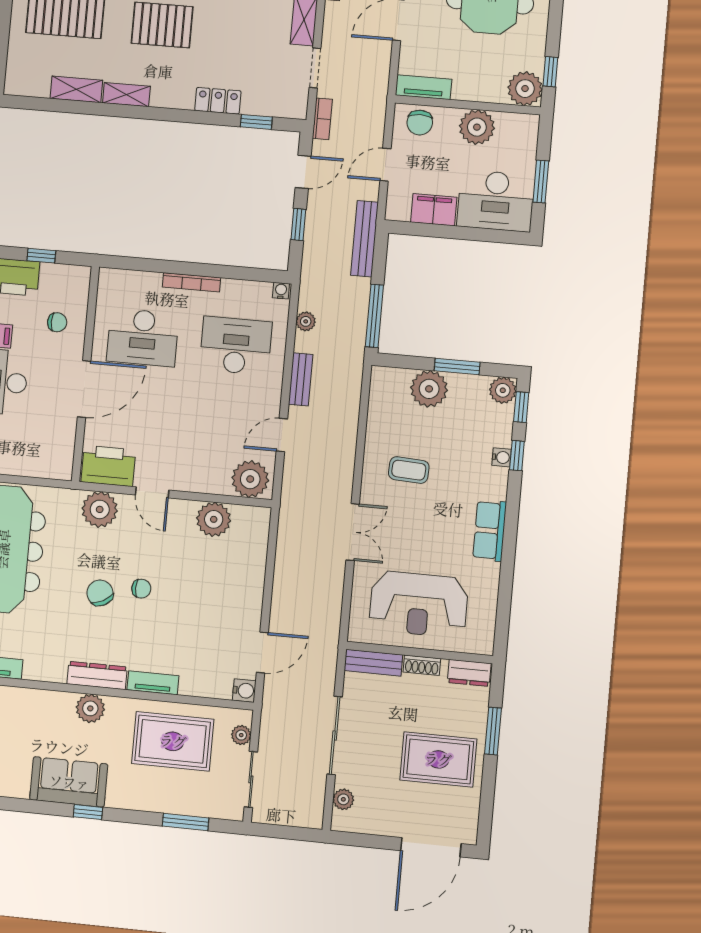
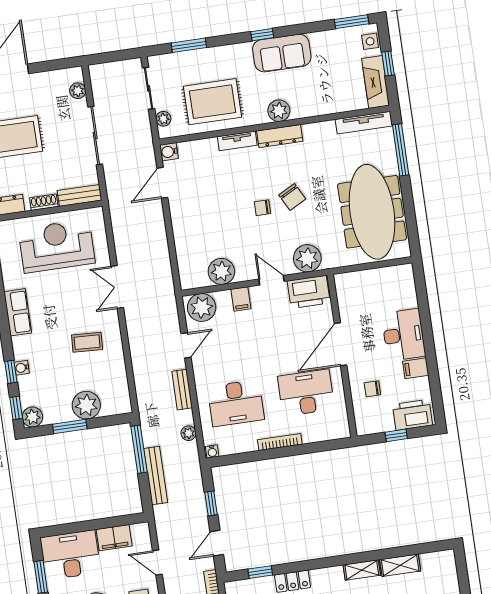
door: (385, 165) -> (157, 563), swing flipped
bench: (364, 239) -> (156, 475), moved
filing cabinet: (197, 478) -> (241, 299), added

